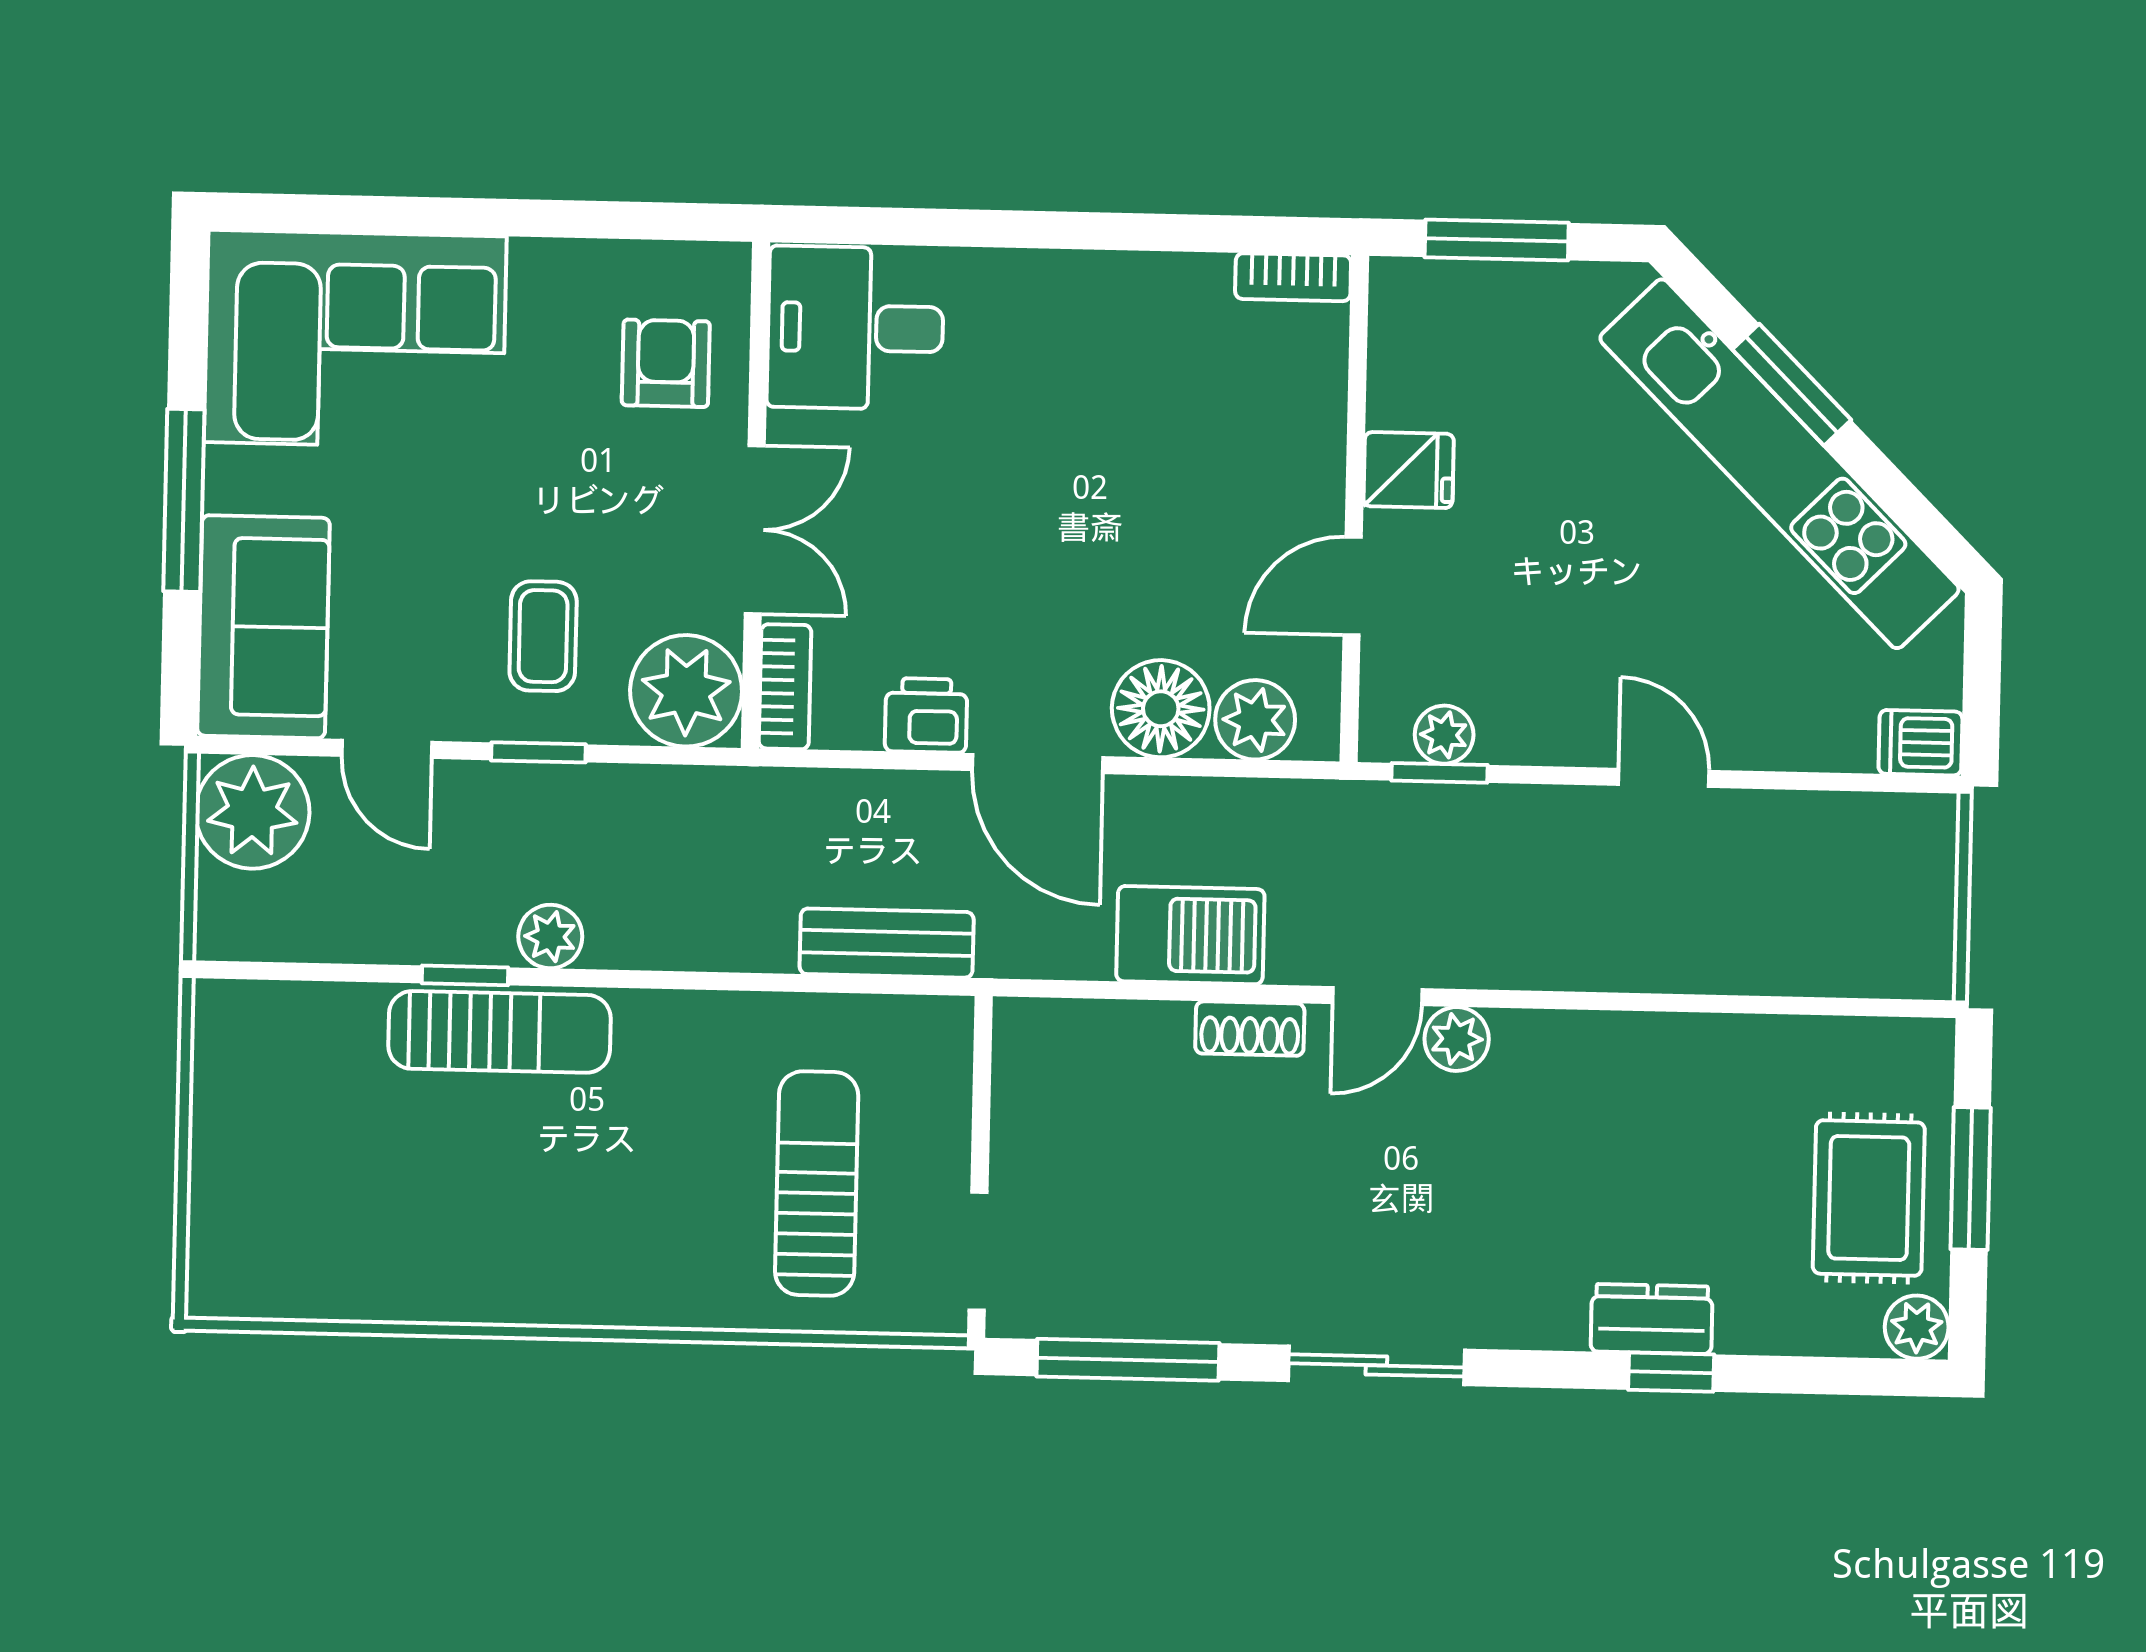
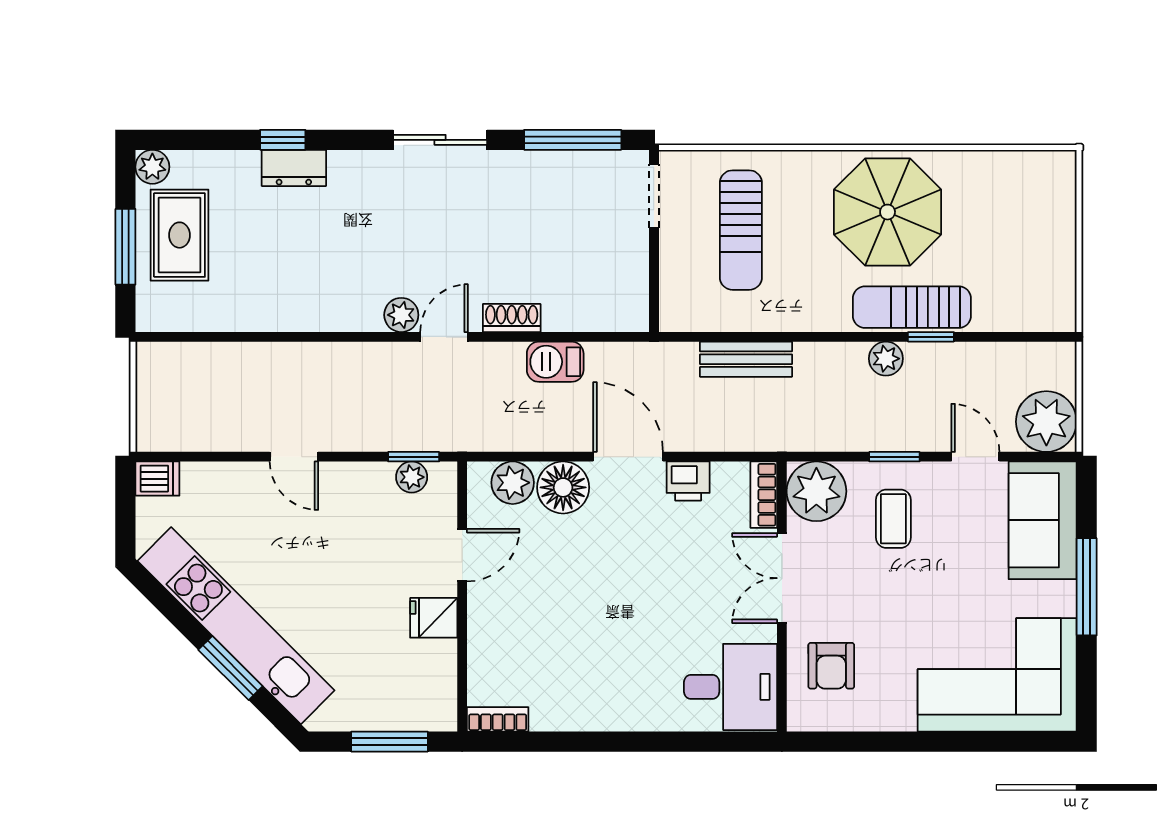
barbecue: (1190, 935) -> (555, 362), width x0.73, depth x0.79
bench: (887, 943) -> (746, 359), moved
parasol: (541, 1211) -> (888, 212), added

